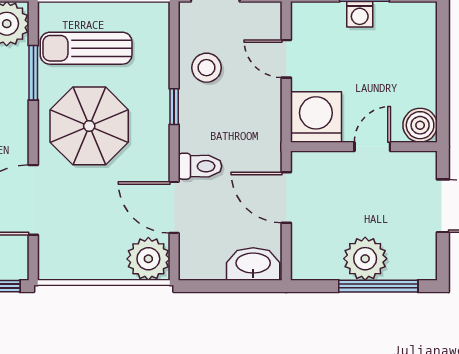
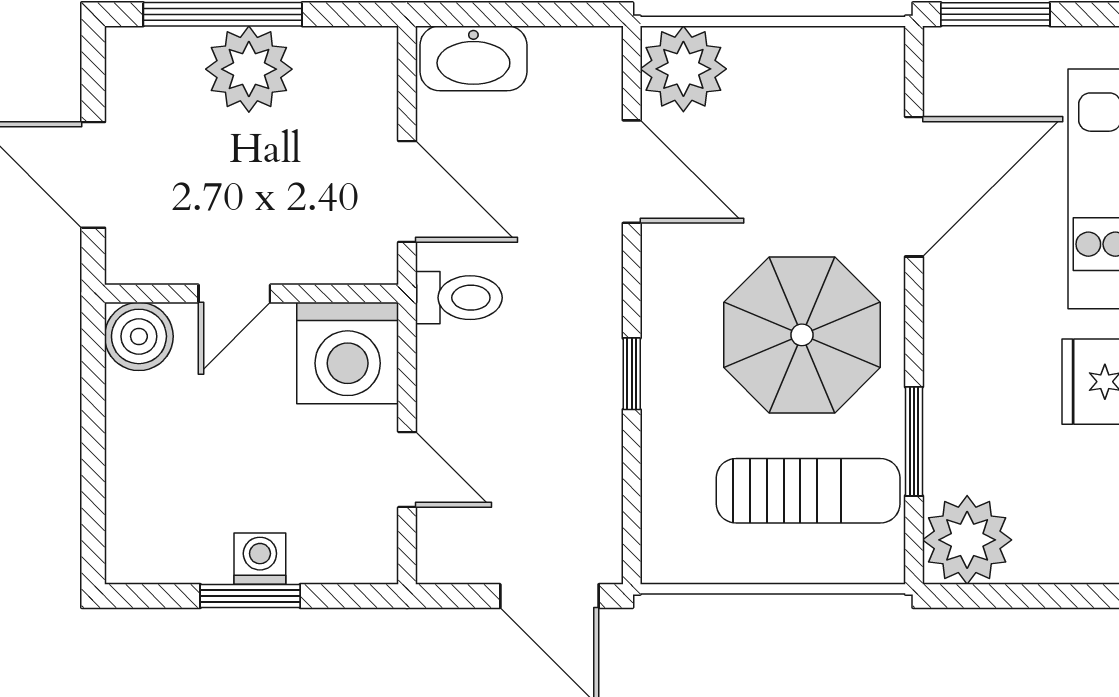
stool: (207, 68) -> (567, 452), removed
toilet: (200, 166) -> (459, 298), moved, turned 180

